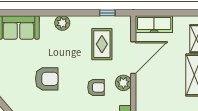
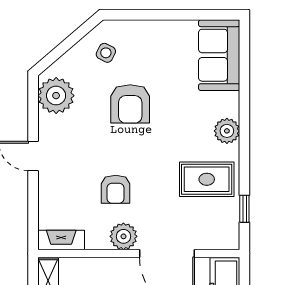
rug: (102, 44) -> (207, 179), moved
side table: (17, 93) -> (106, 53), added

